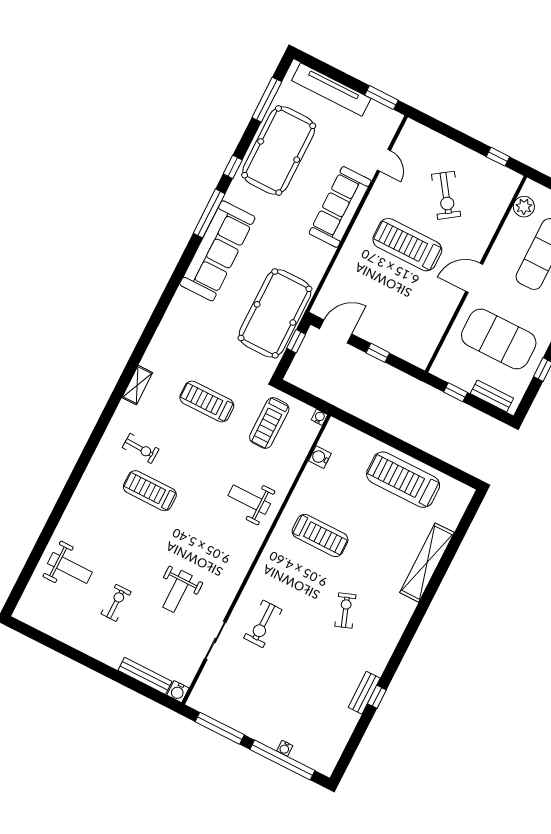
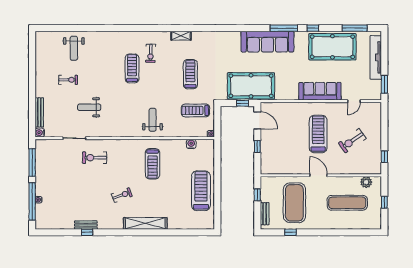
shelving: (427, 563) -> (145, 223), moved

